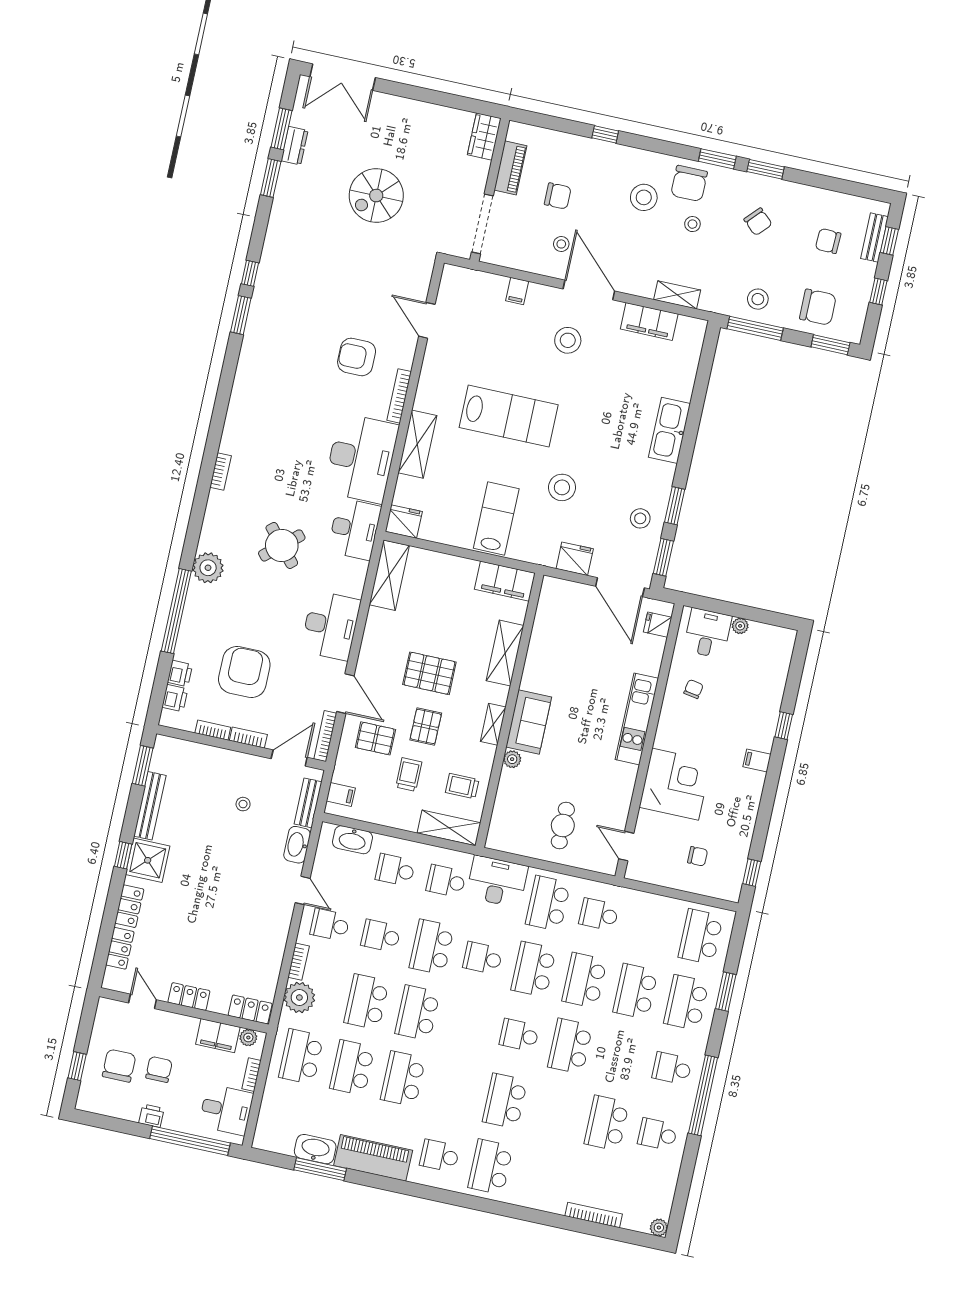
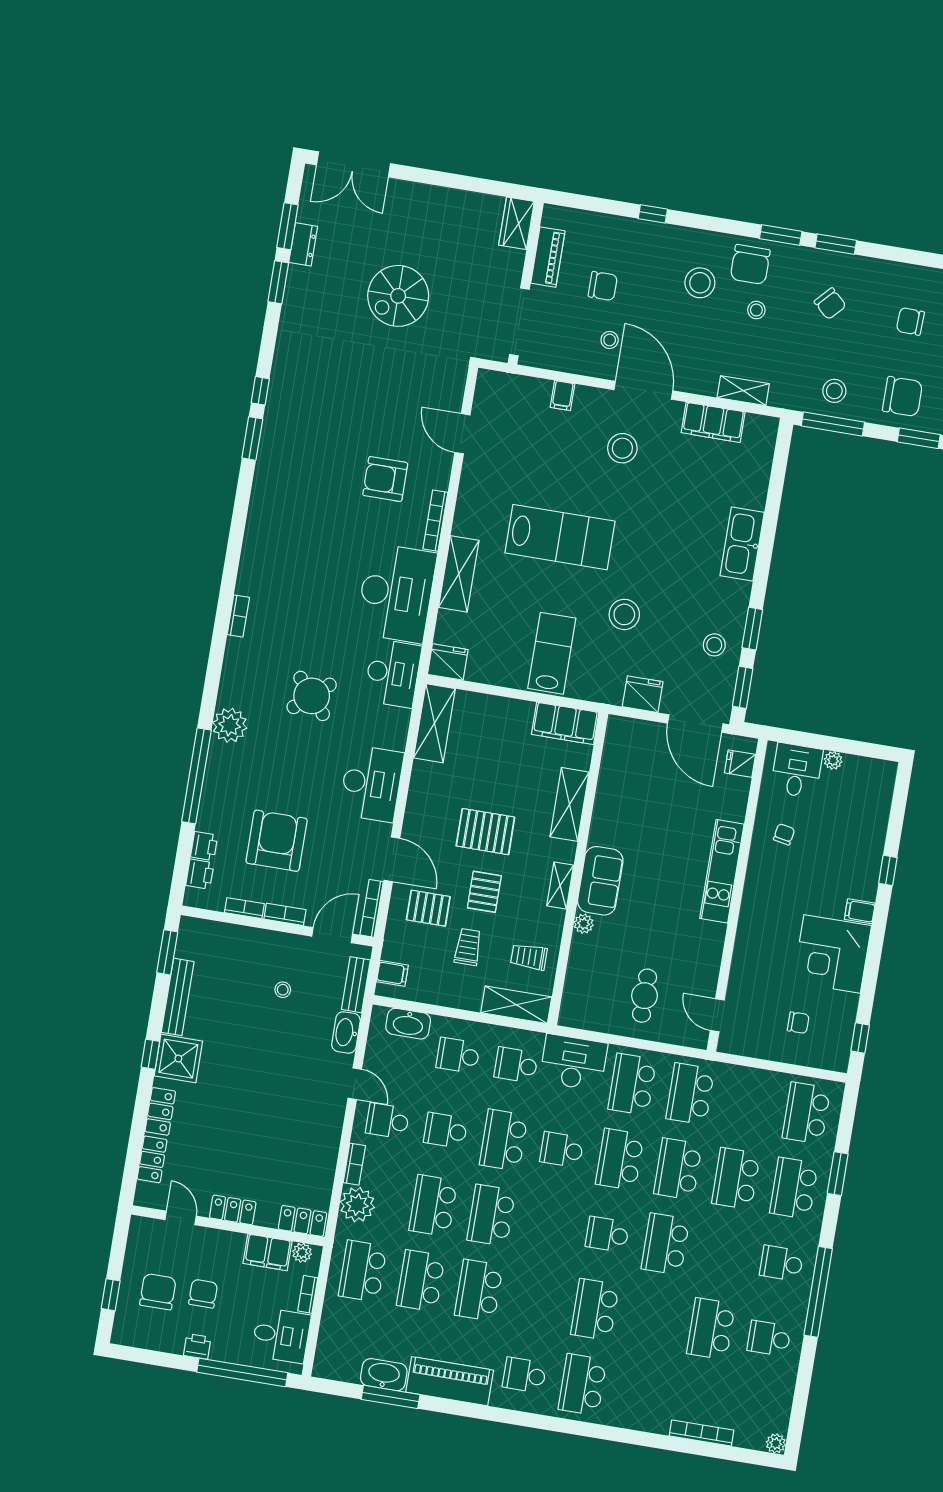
corner desk: (675, 784) -> (832, 954), moved, turned 180
school desk: (599, 914) -> (690, 1094), width x1.85

